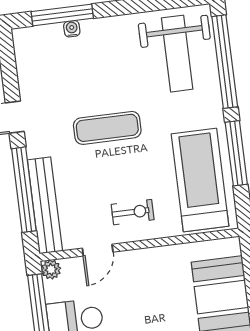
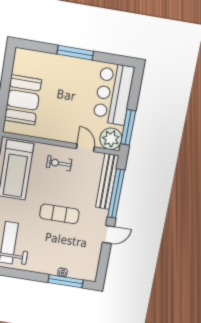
door: (98, 250) -> (85, 148), hinge flipped
plant: (51, 269) -> (111, 139), width x1.88, depth x1.88

